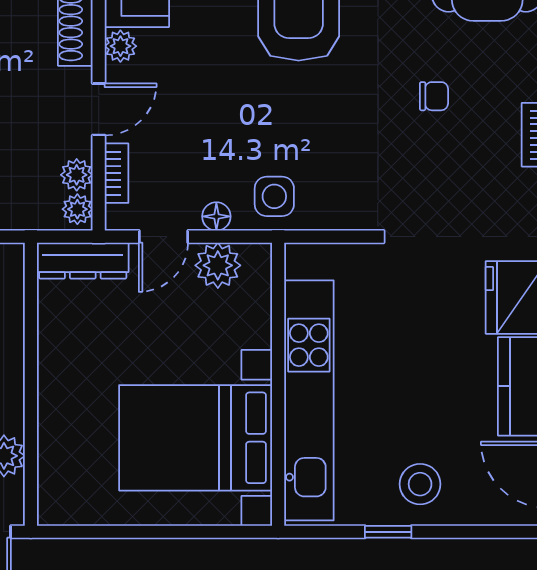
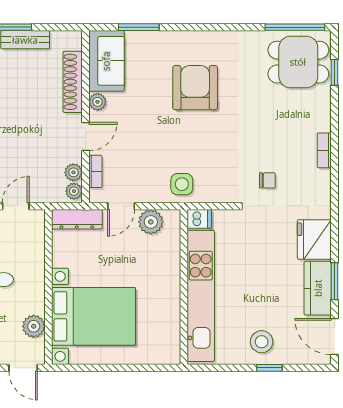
chair: (434, 96) -> (267, 180), moved
floor lamp: (216, 216) -> (150, 195), removed
dishwasher: (306, 260) -> (199, 219), added
bed with nightstands: (196, 438) -> (94, 316), moved, turned 180
window: (388, 532) -> (269, 368), moved

